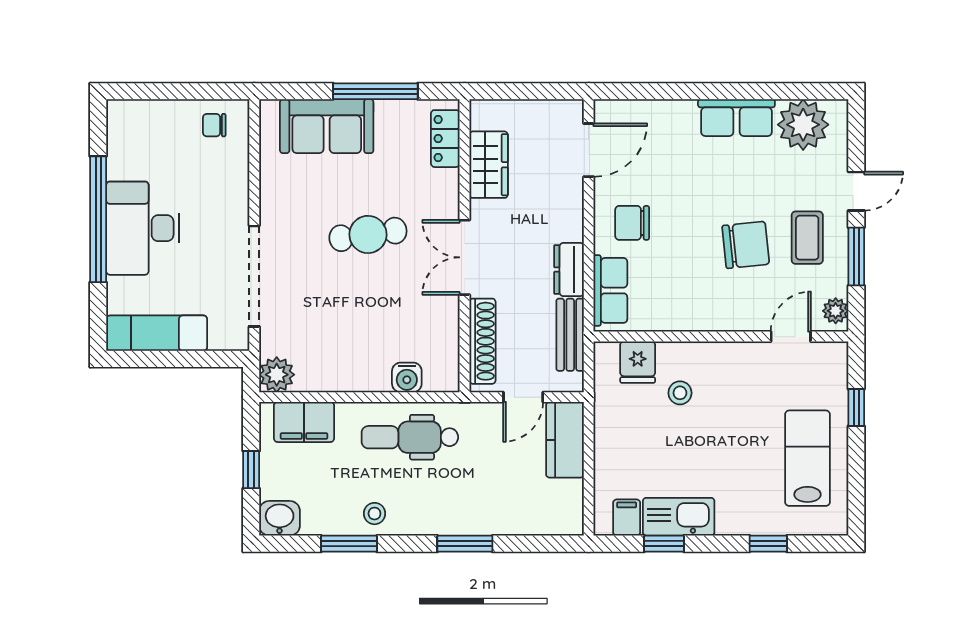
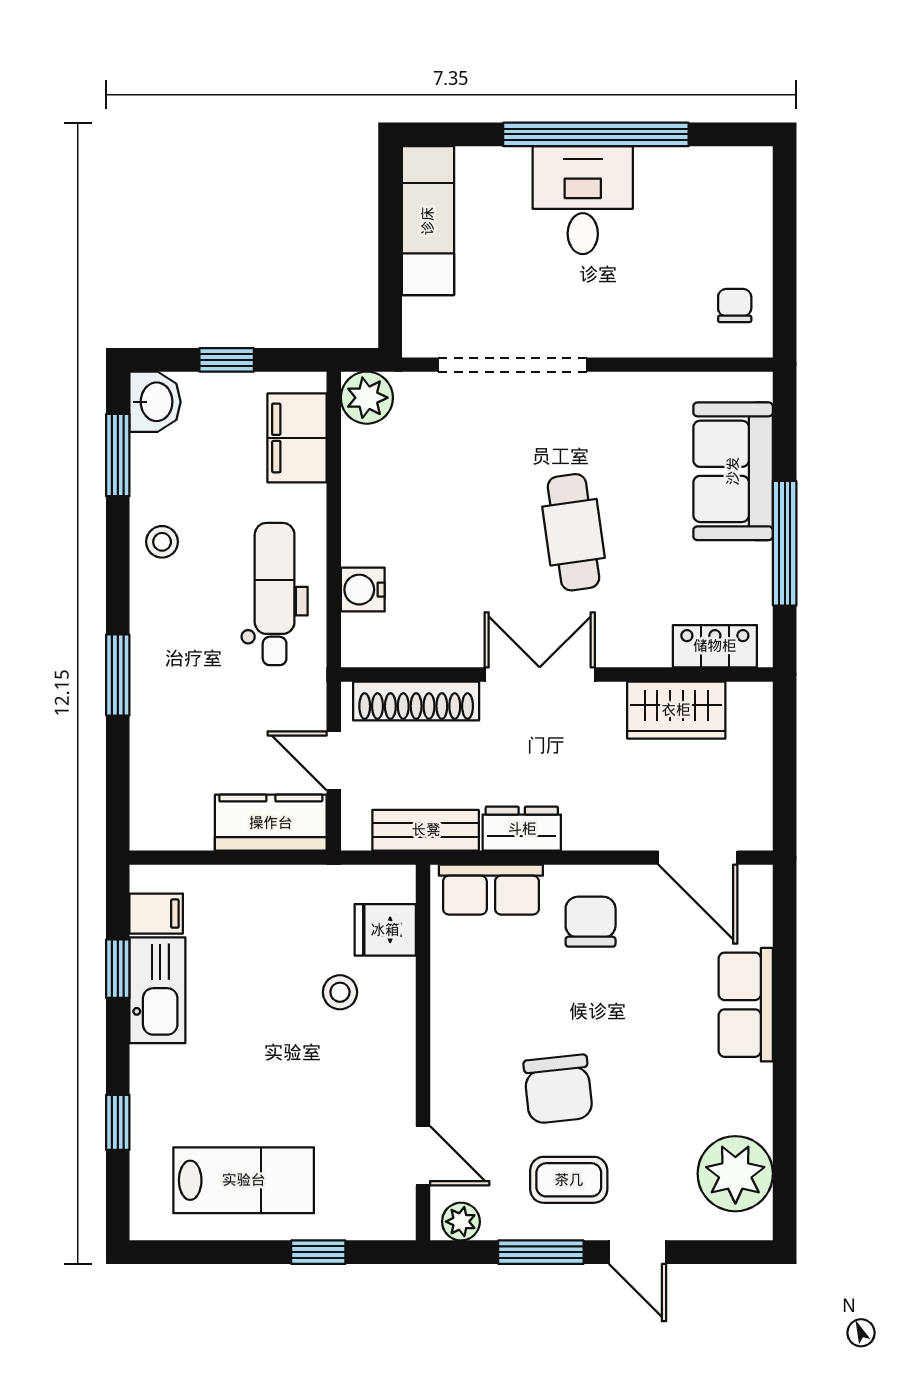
row of seats: (736, 118) -> (746, 1005), moved
desk: (143, 228) -> (583, 200), width x0.73
window: (349, 544) -> (118, 455), moved

